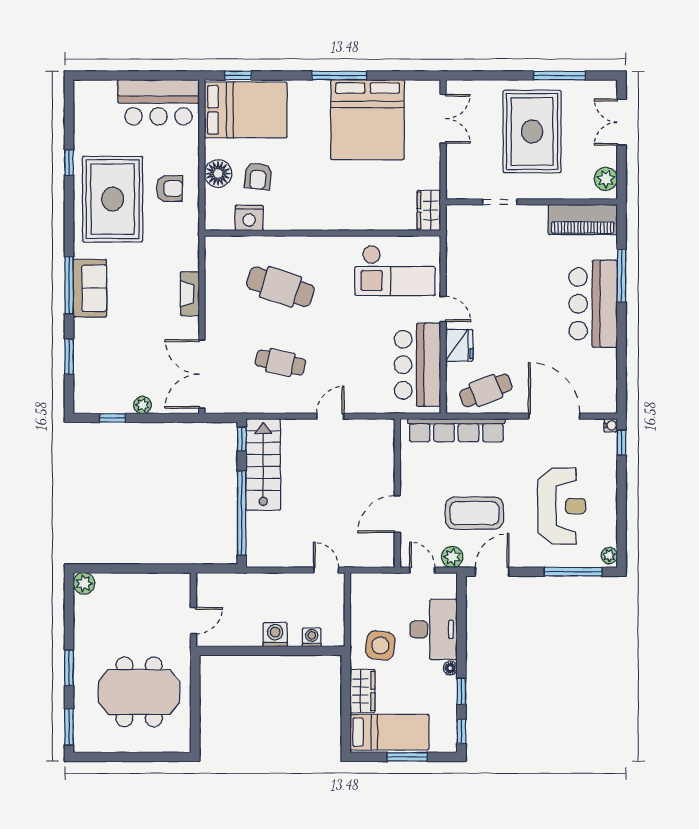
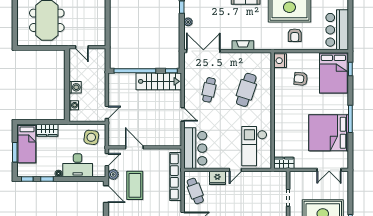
floor lamp: (218, 173) -> (302, 59), removed
nightstand: (249, 218) -> (280, 61), moved
bar counter: (417, 365) -> (195, 148), moved, turned 90
side table: (380, 645) -> (91, 137), moved

